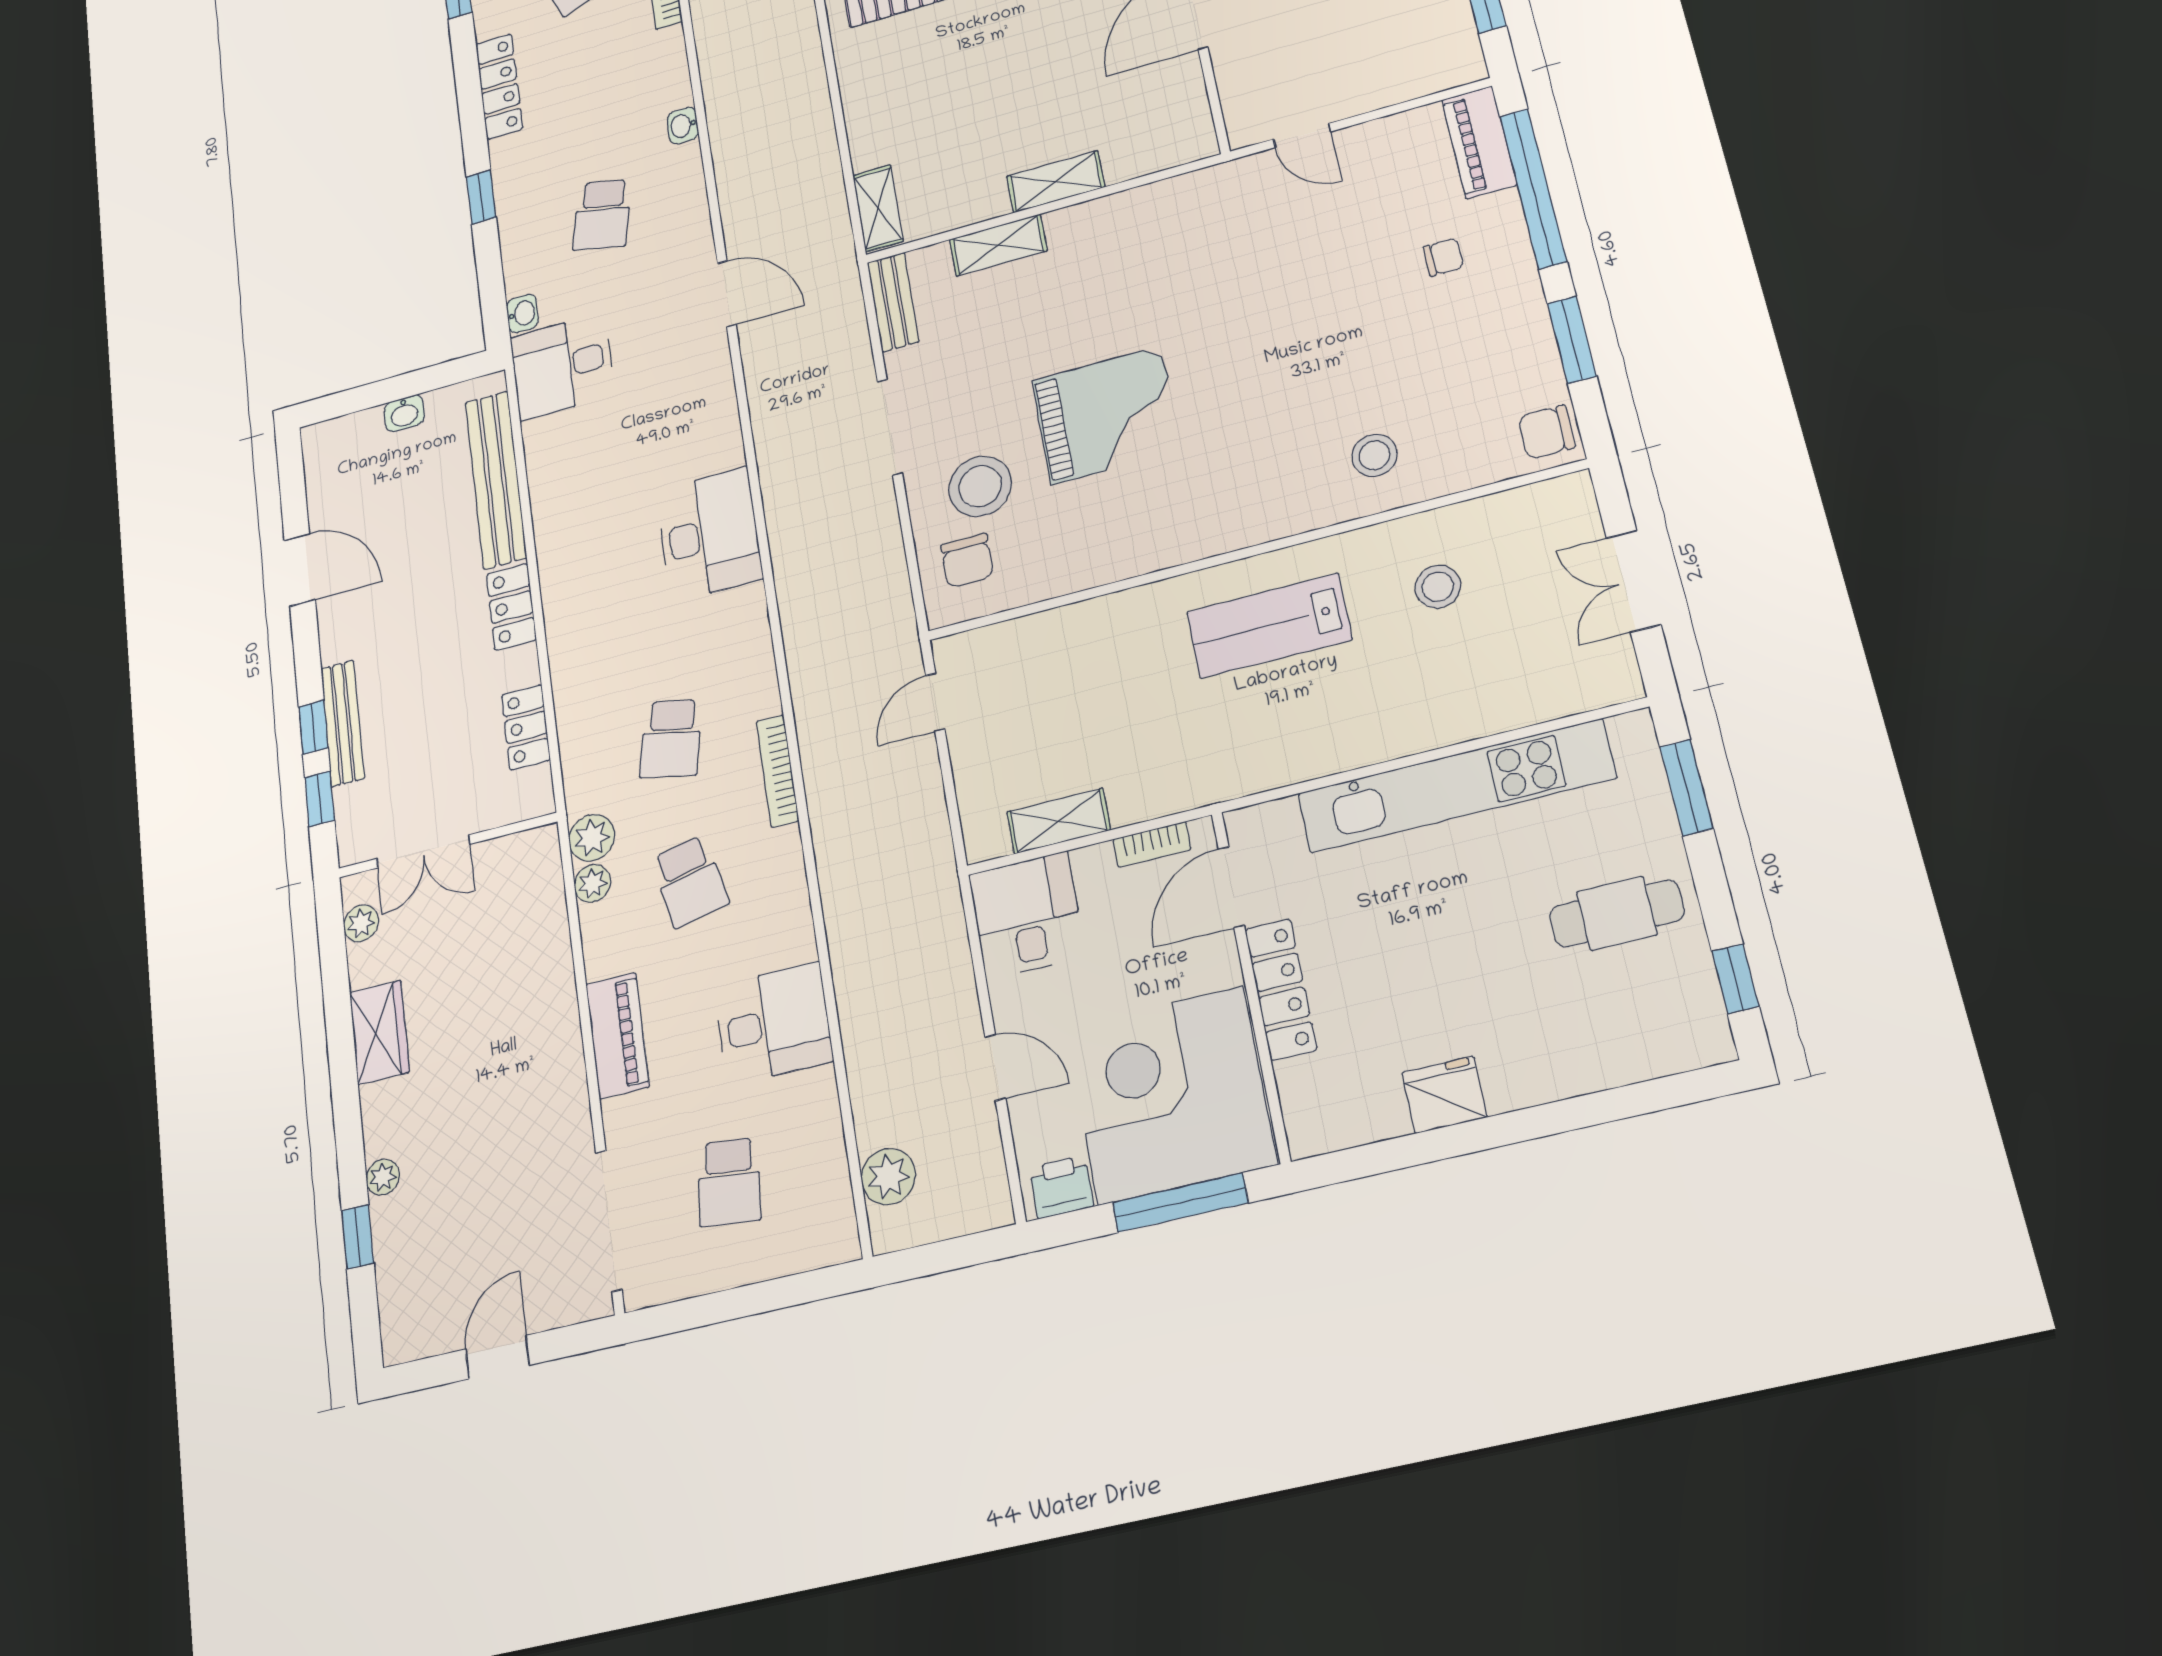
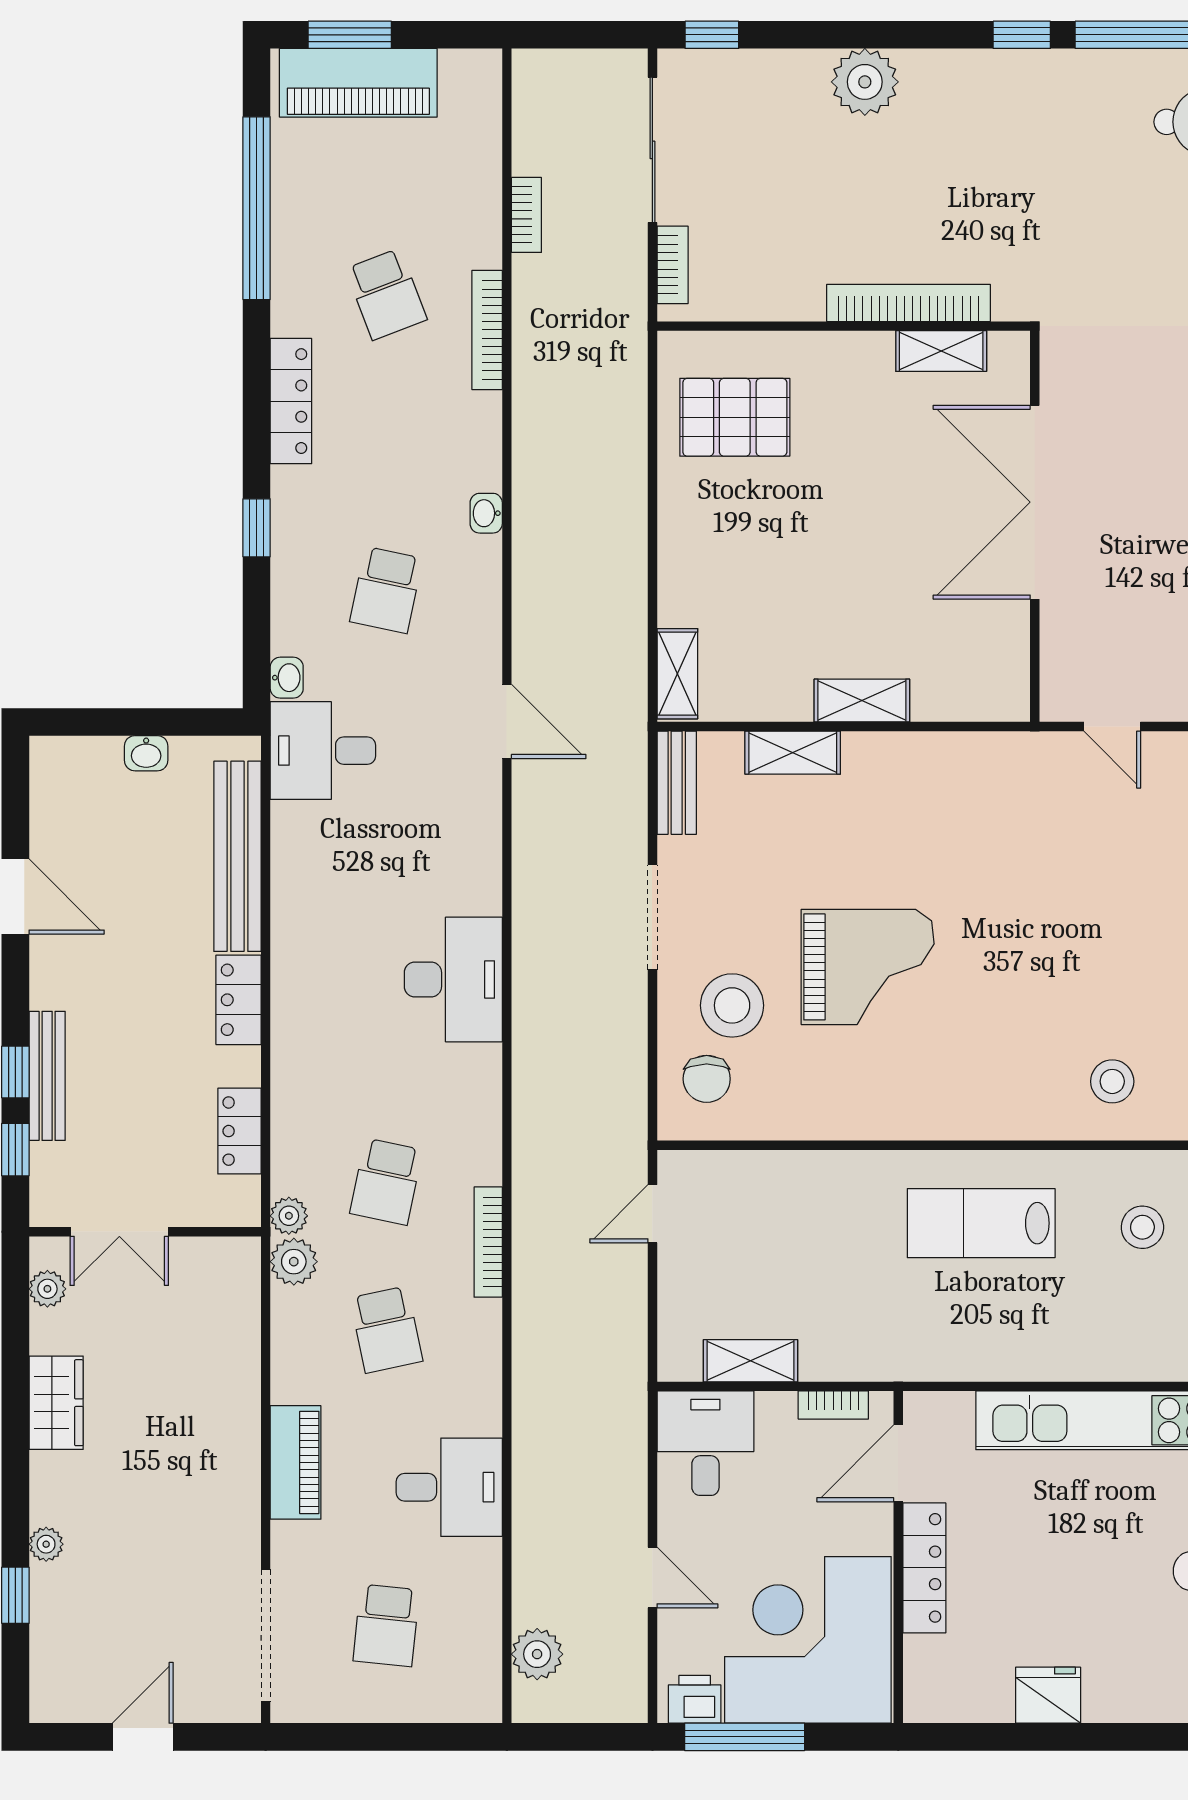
plant: (592, 883) -> (289, 1216), moved
window: (1180, 1203) -> (745, 1737), moved

